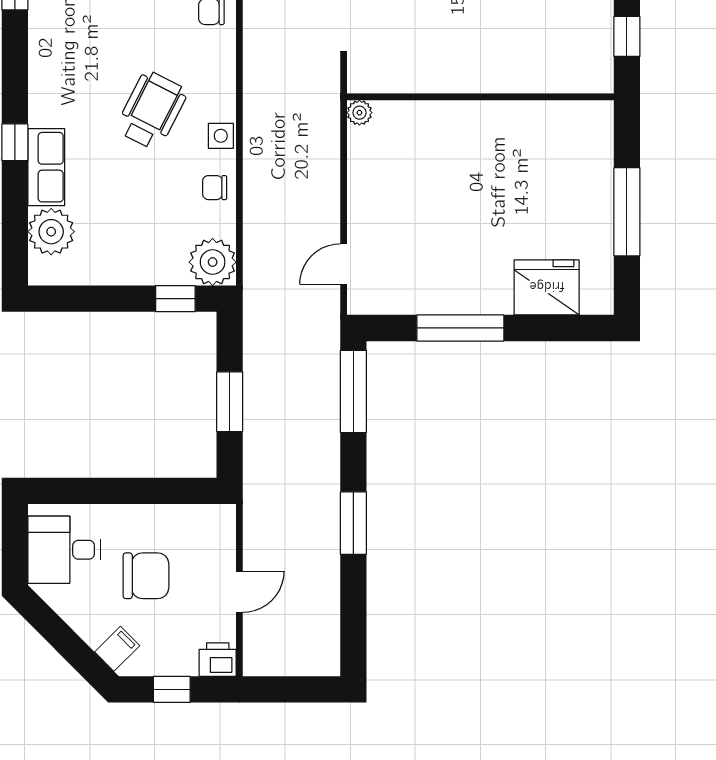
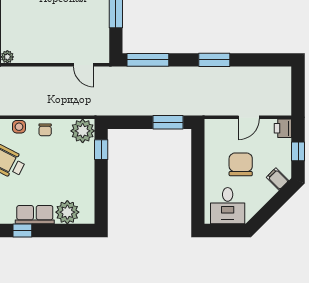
window: (230, 402) -> (168, 122), moved
door: (239, 592) -> (249, 117), swing flipped

